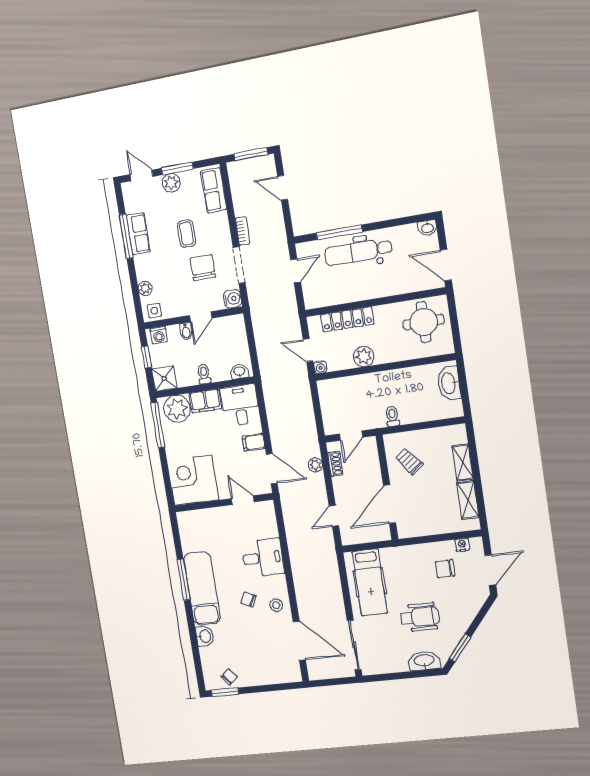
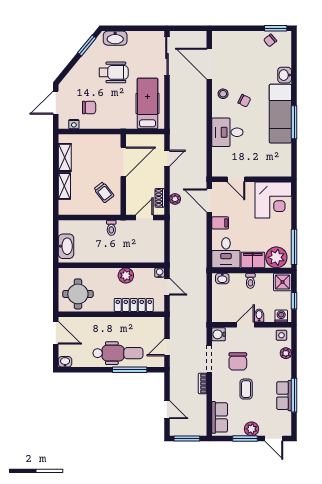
wheelchair: (420, 617) -> (114, 72), turned 180

